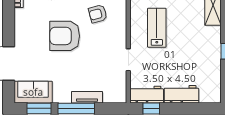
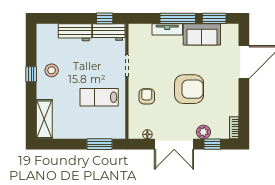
armchair: (98, 14) -> (147, 96), moved, turned -75
lab bench: (157, 28) -> (99, 97), turned 90
stool: (205, 55) -> (52, 70), added
sofa: (33, 92) -> (202, 34), moved

